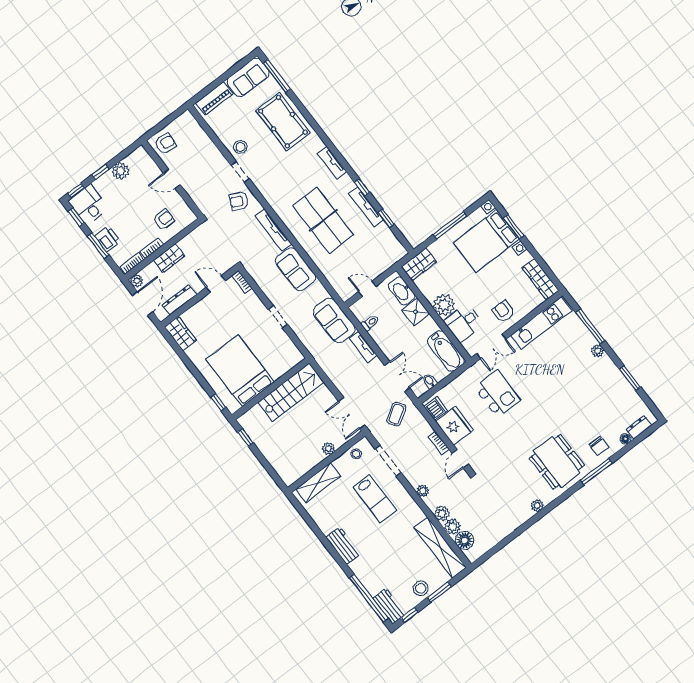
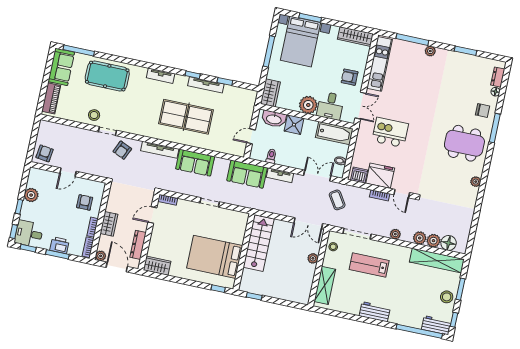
lab bench: (375, 499) -> (369, 265), turned 180

